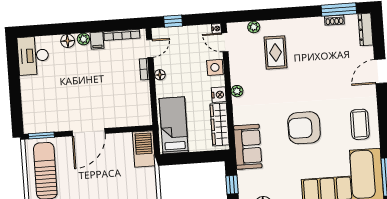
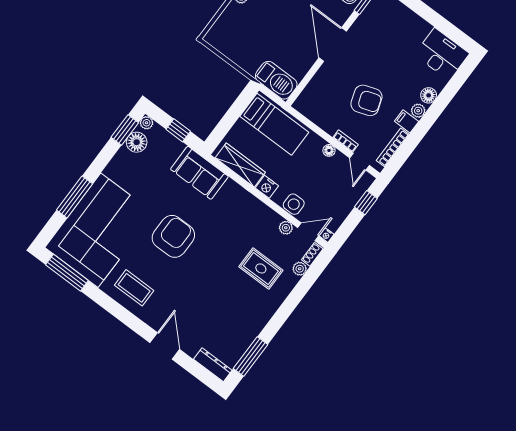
shoe rack: (334, 20) -> (312, 254), moved
armchair: (106, 79) -> (366, 100), added
plant: (237, 91) -> (286, 228), moved

